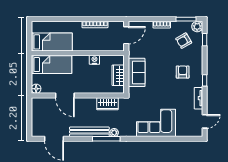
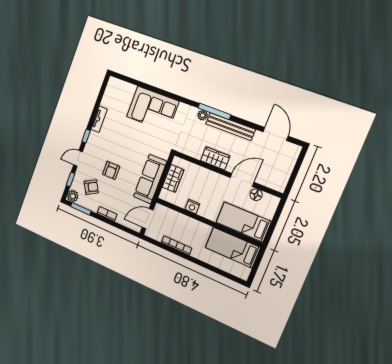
sofa: (137, 72) -> (150, 179), width x1.36
armchair: (183, 72) -> (111, 170), moved
floor lamp: (36, 89) -> (256, 195), moved
door: (65, 95) -> (242, 180), hinge flipped
wardrobe: (107, 104) -> (215, 158), moved
door: (205, 121) -> (78, 158), moved

